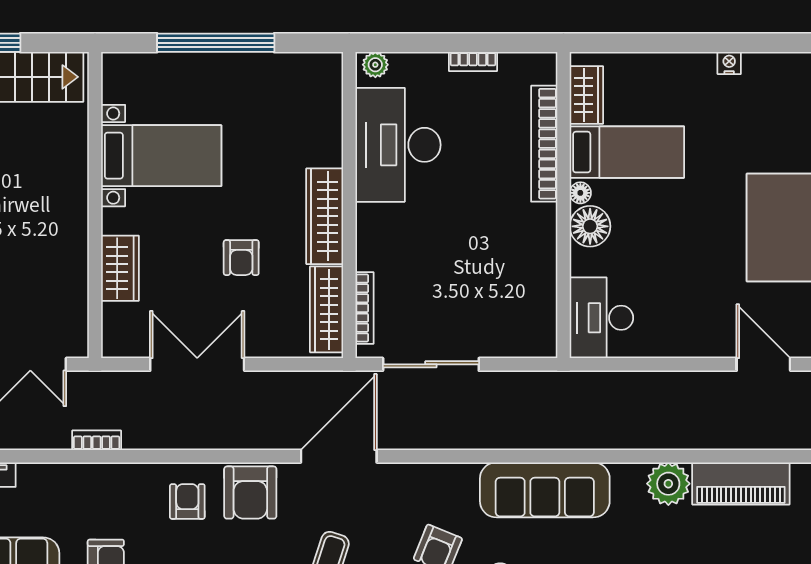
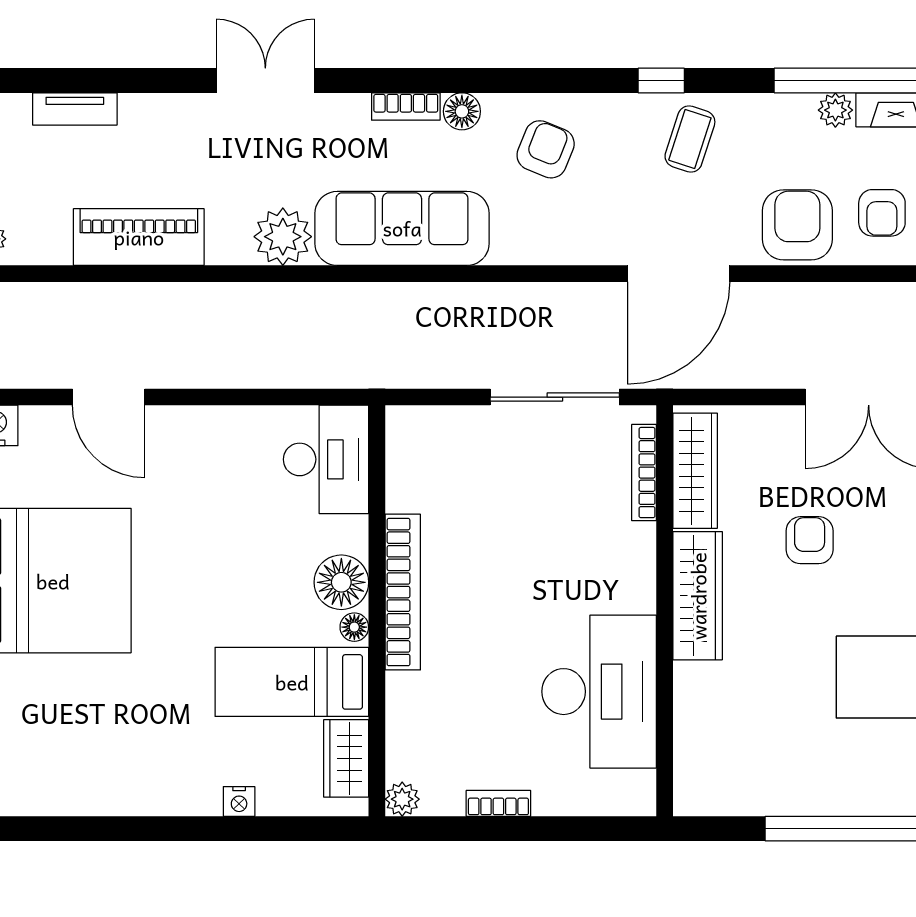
nightstand: (729, 63) -> (239, 801), moved
plant: (375, 65) -> (402, 799), moved
bookcase: (544, 144) -> (403, 592), moved
plant: (668, 484) -> (283, 237), moved

